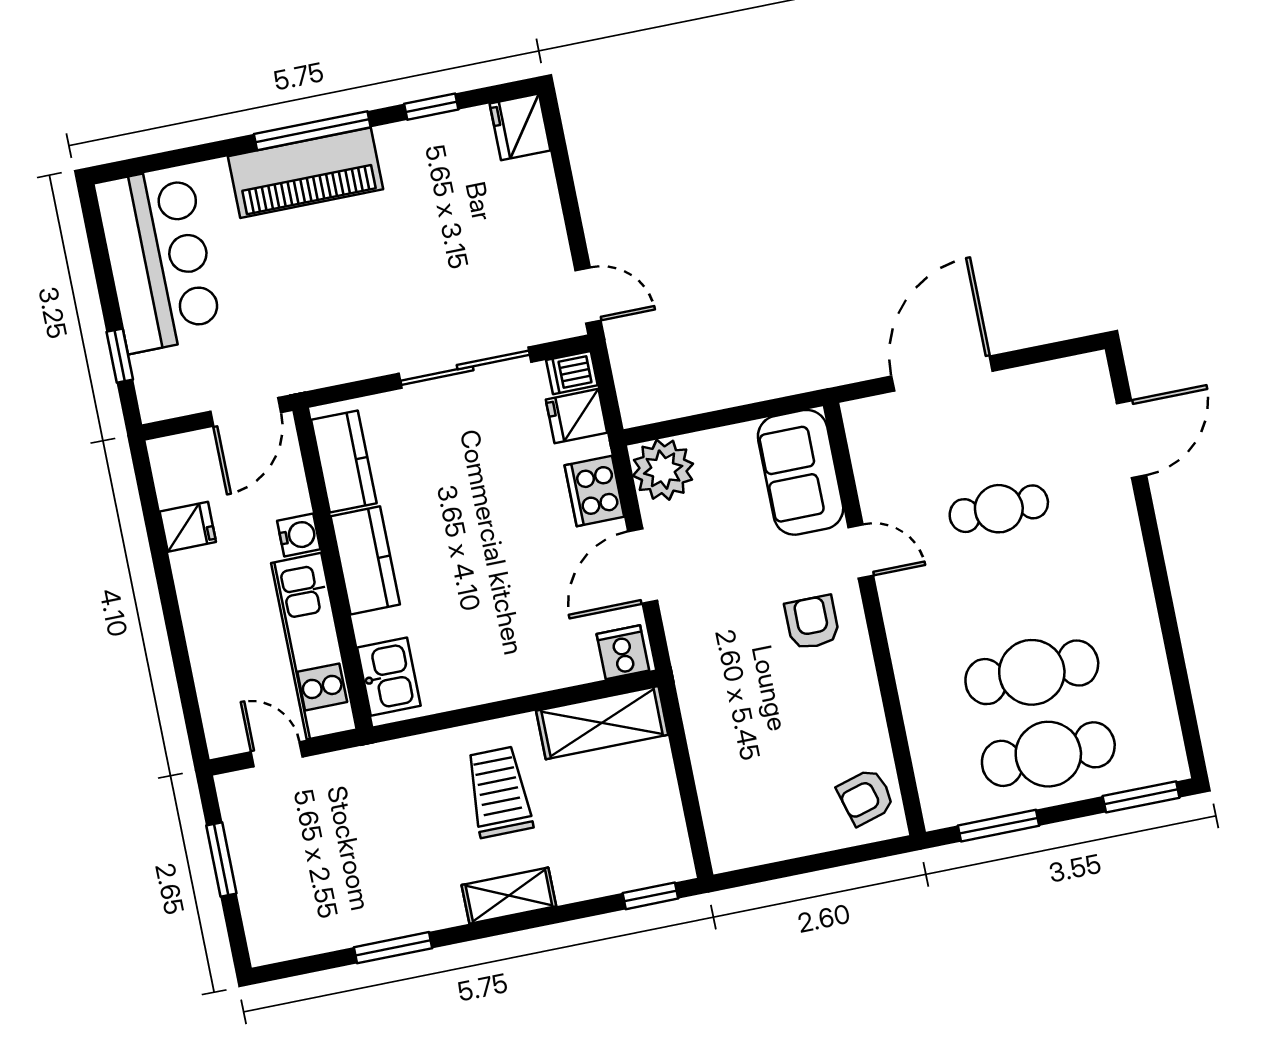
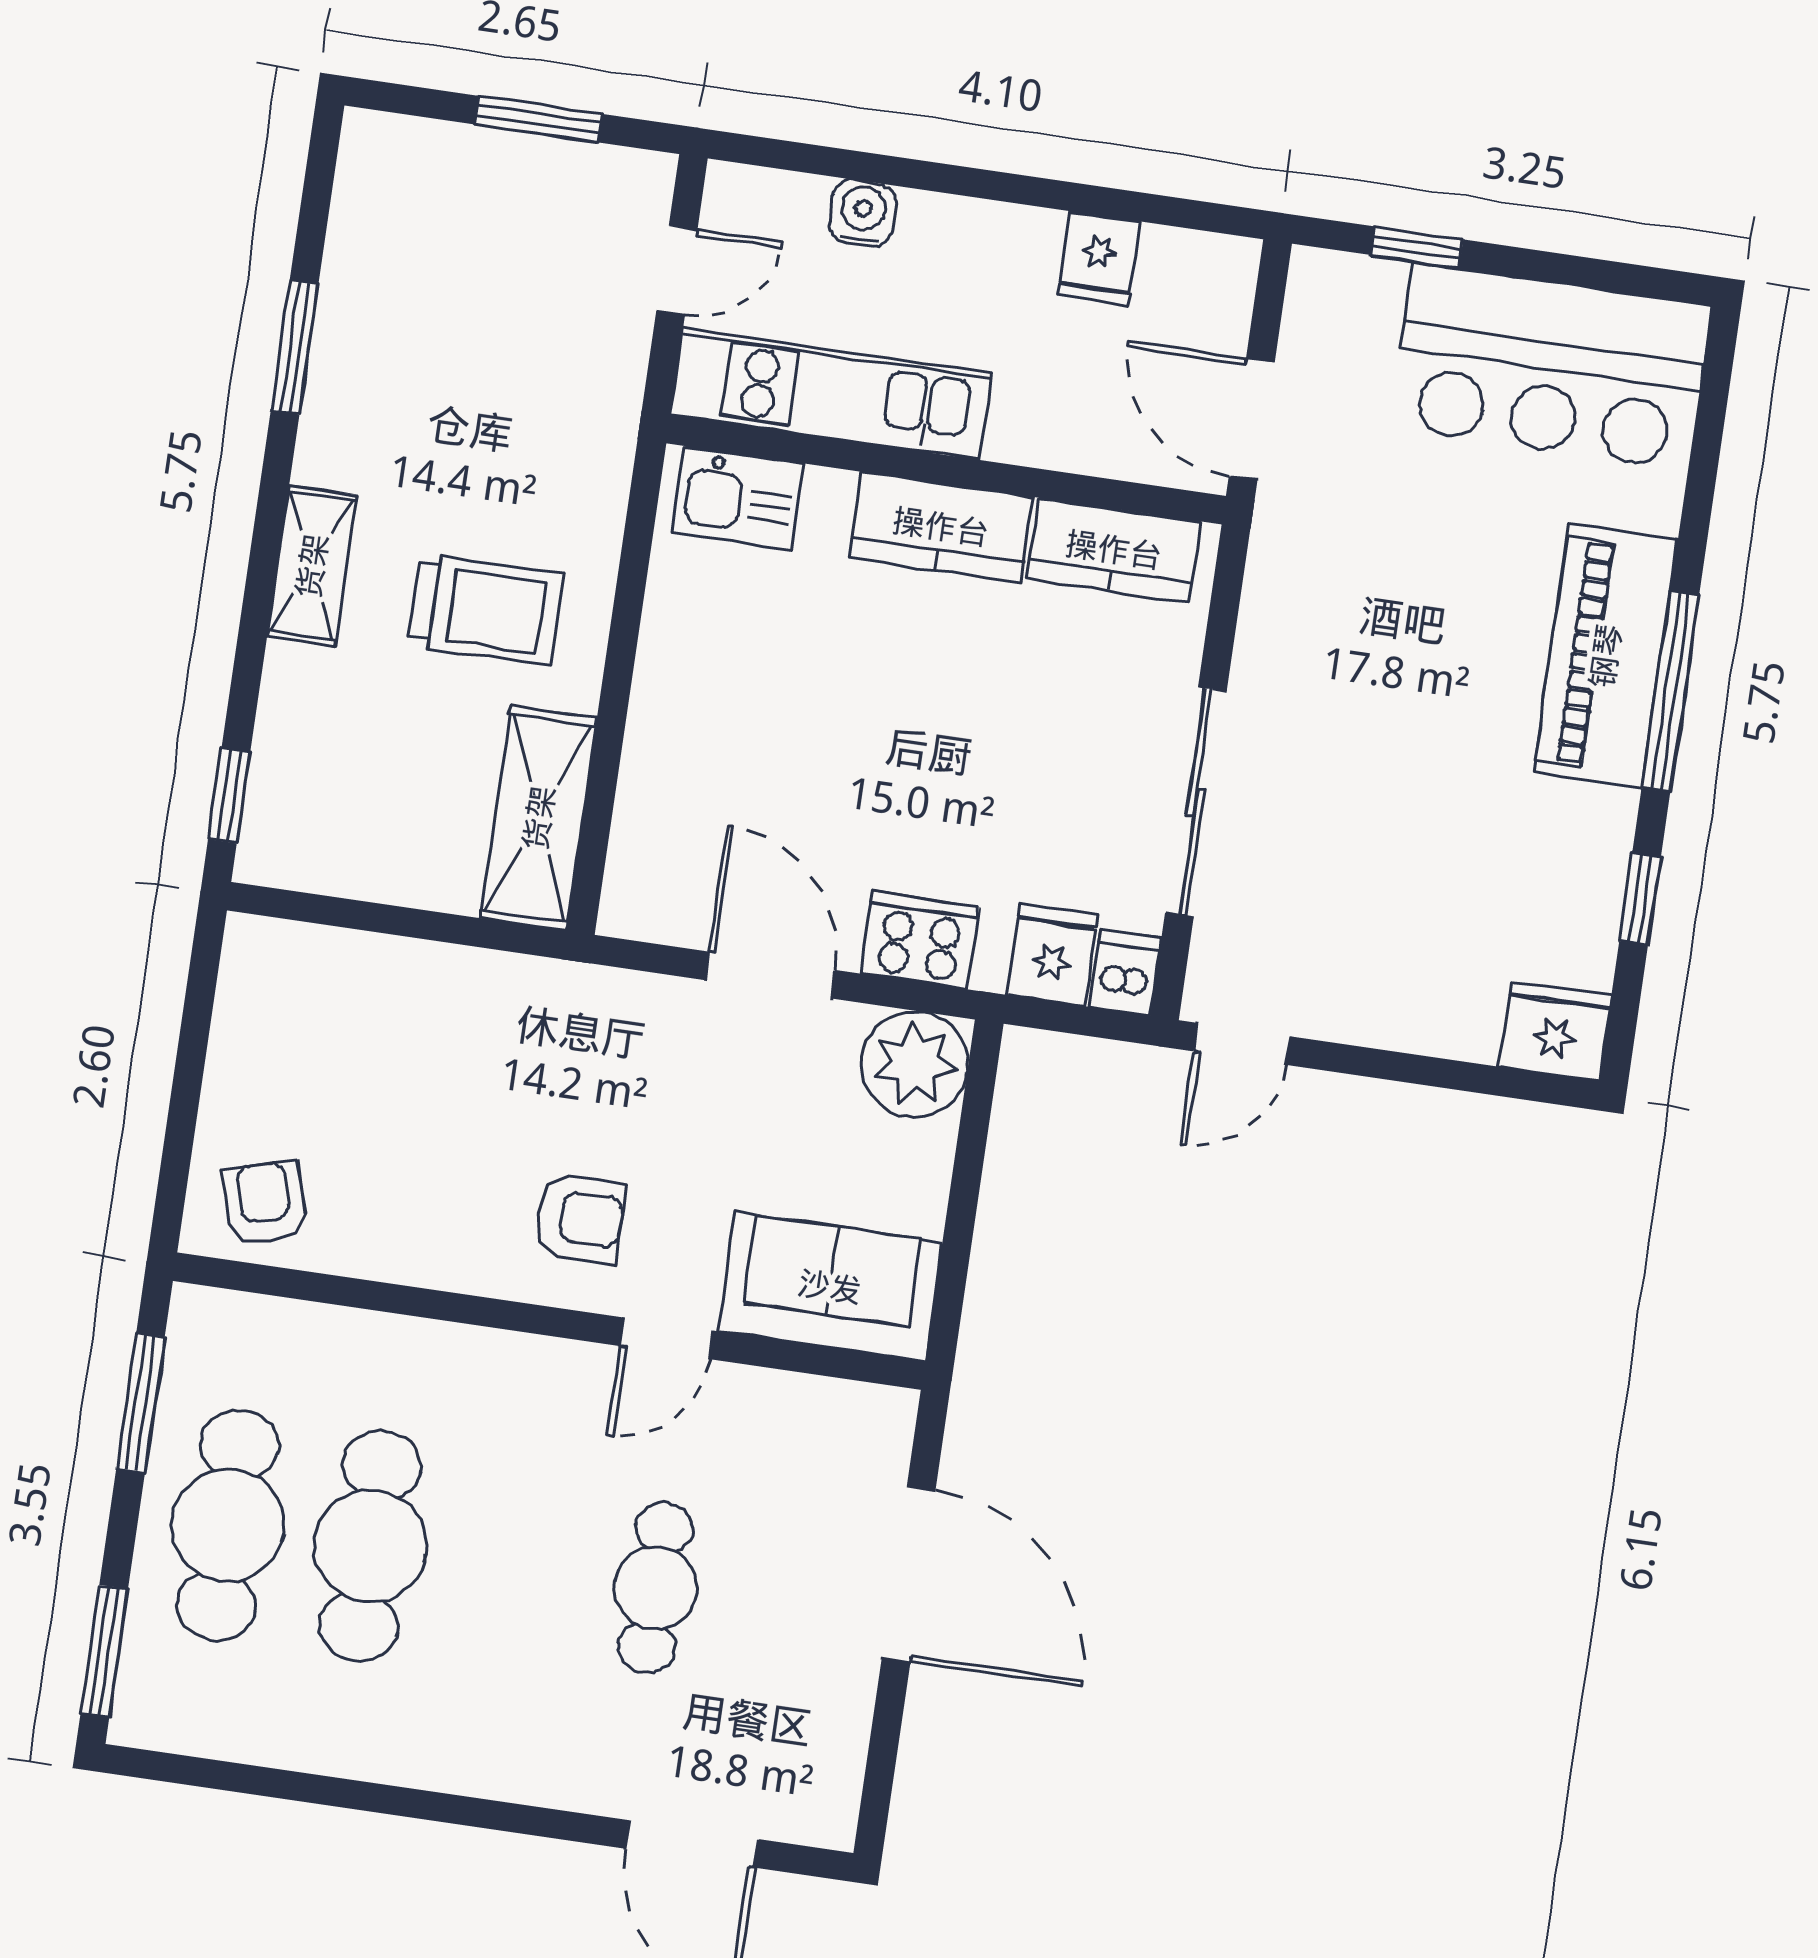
water cooler: (299, 535) -> (863, 213), moved, turned 180
cooker: (623, 652) -> (641, 893), removed

